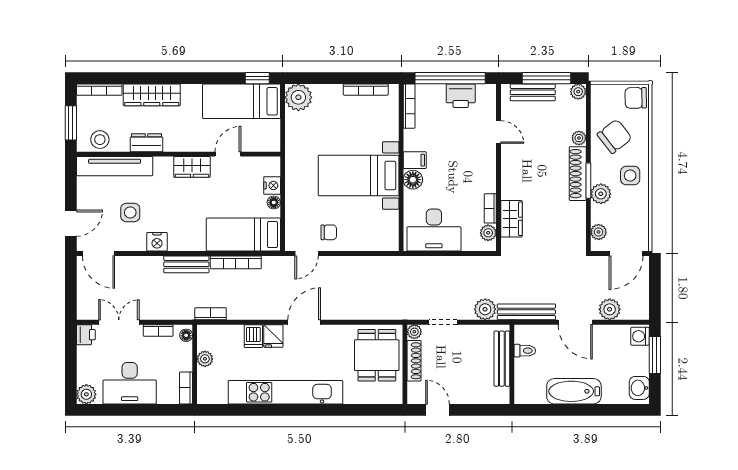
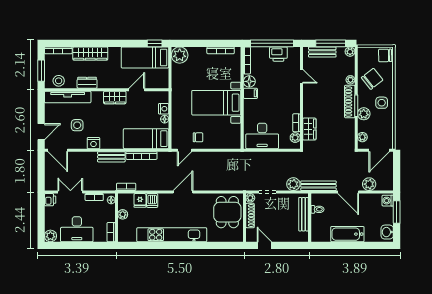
floor lamp: (413, 180) -> (249, 81), moved
fridge: (273, 336) -> (140, 200), moved

